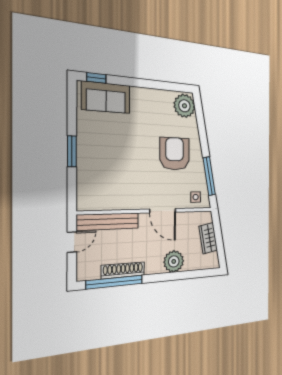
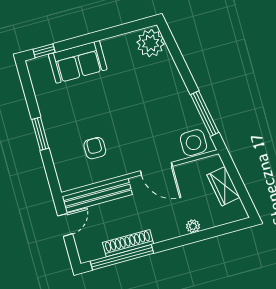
sofa: (106, 97) -> (78, 62), moved
armchair: (175, 154) -> (95, 148), moved, width x0.53, depth x0.53
side table: (196, 197) -> (193, 143), width x1.87, depth x1.87
plant: (174, 261) -> (193, 226), width x0.53, depth x0.53

